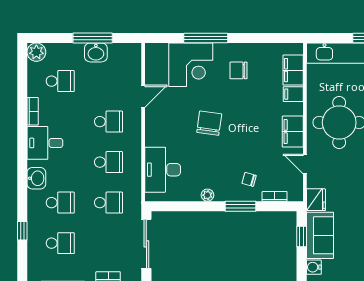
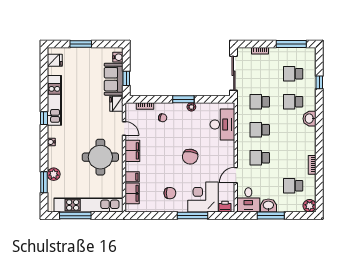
printer: (159, 51) -> (225, 207), added
desk: (45, 143) -> (248, 200), moved, turned 90
window: (240, 206) -> (183, 99), moved

